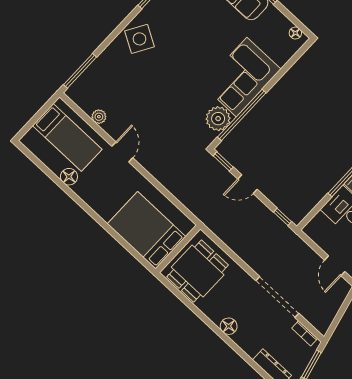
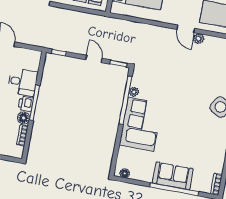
plant: (99, 117) -> (199, 39), moved
plant: (218, 119) -> (134, 92), width x0.53, depth x0.53
door: (248, 184) -> (94, 59), hinge flipped

